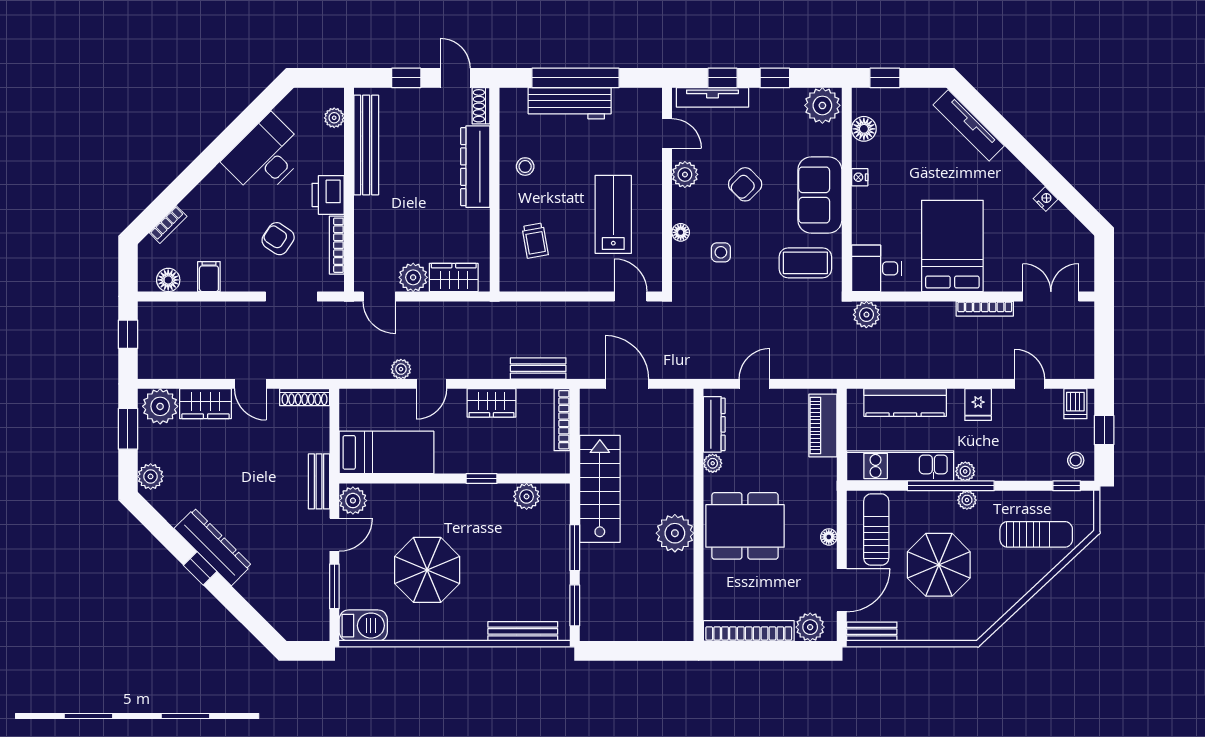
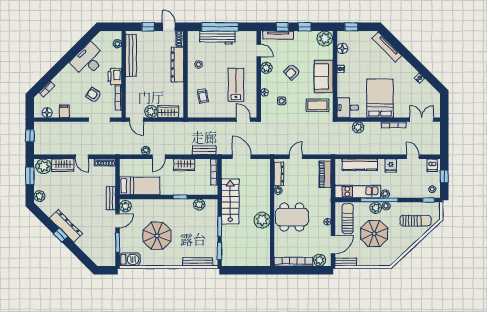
plant: (866, 315) -> (358, 127), moved
plant: (942, 504) -> (376, 208), added

